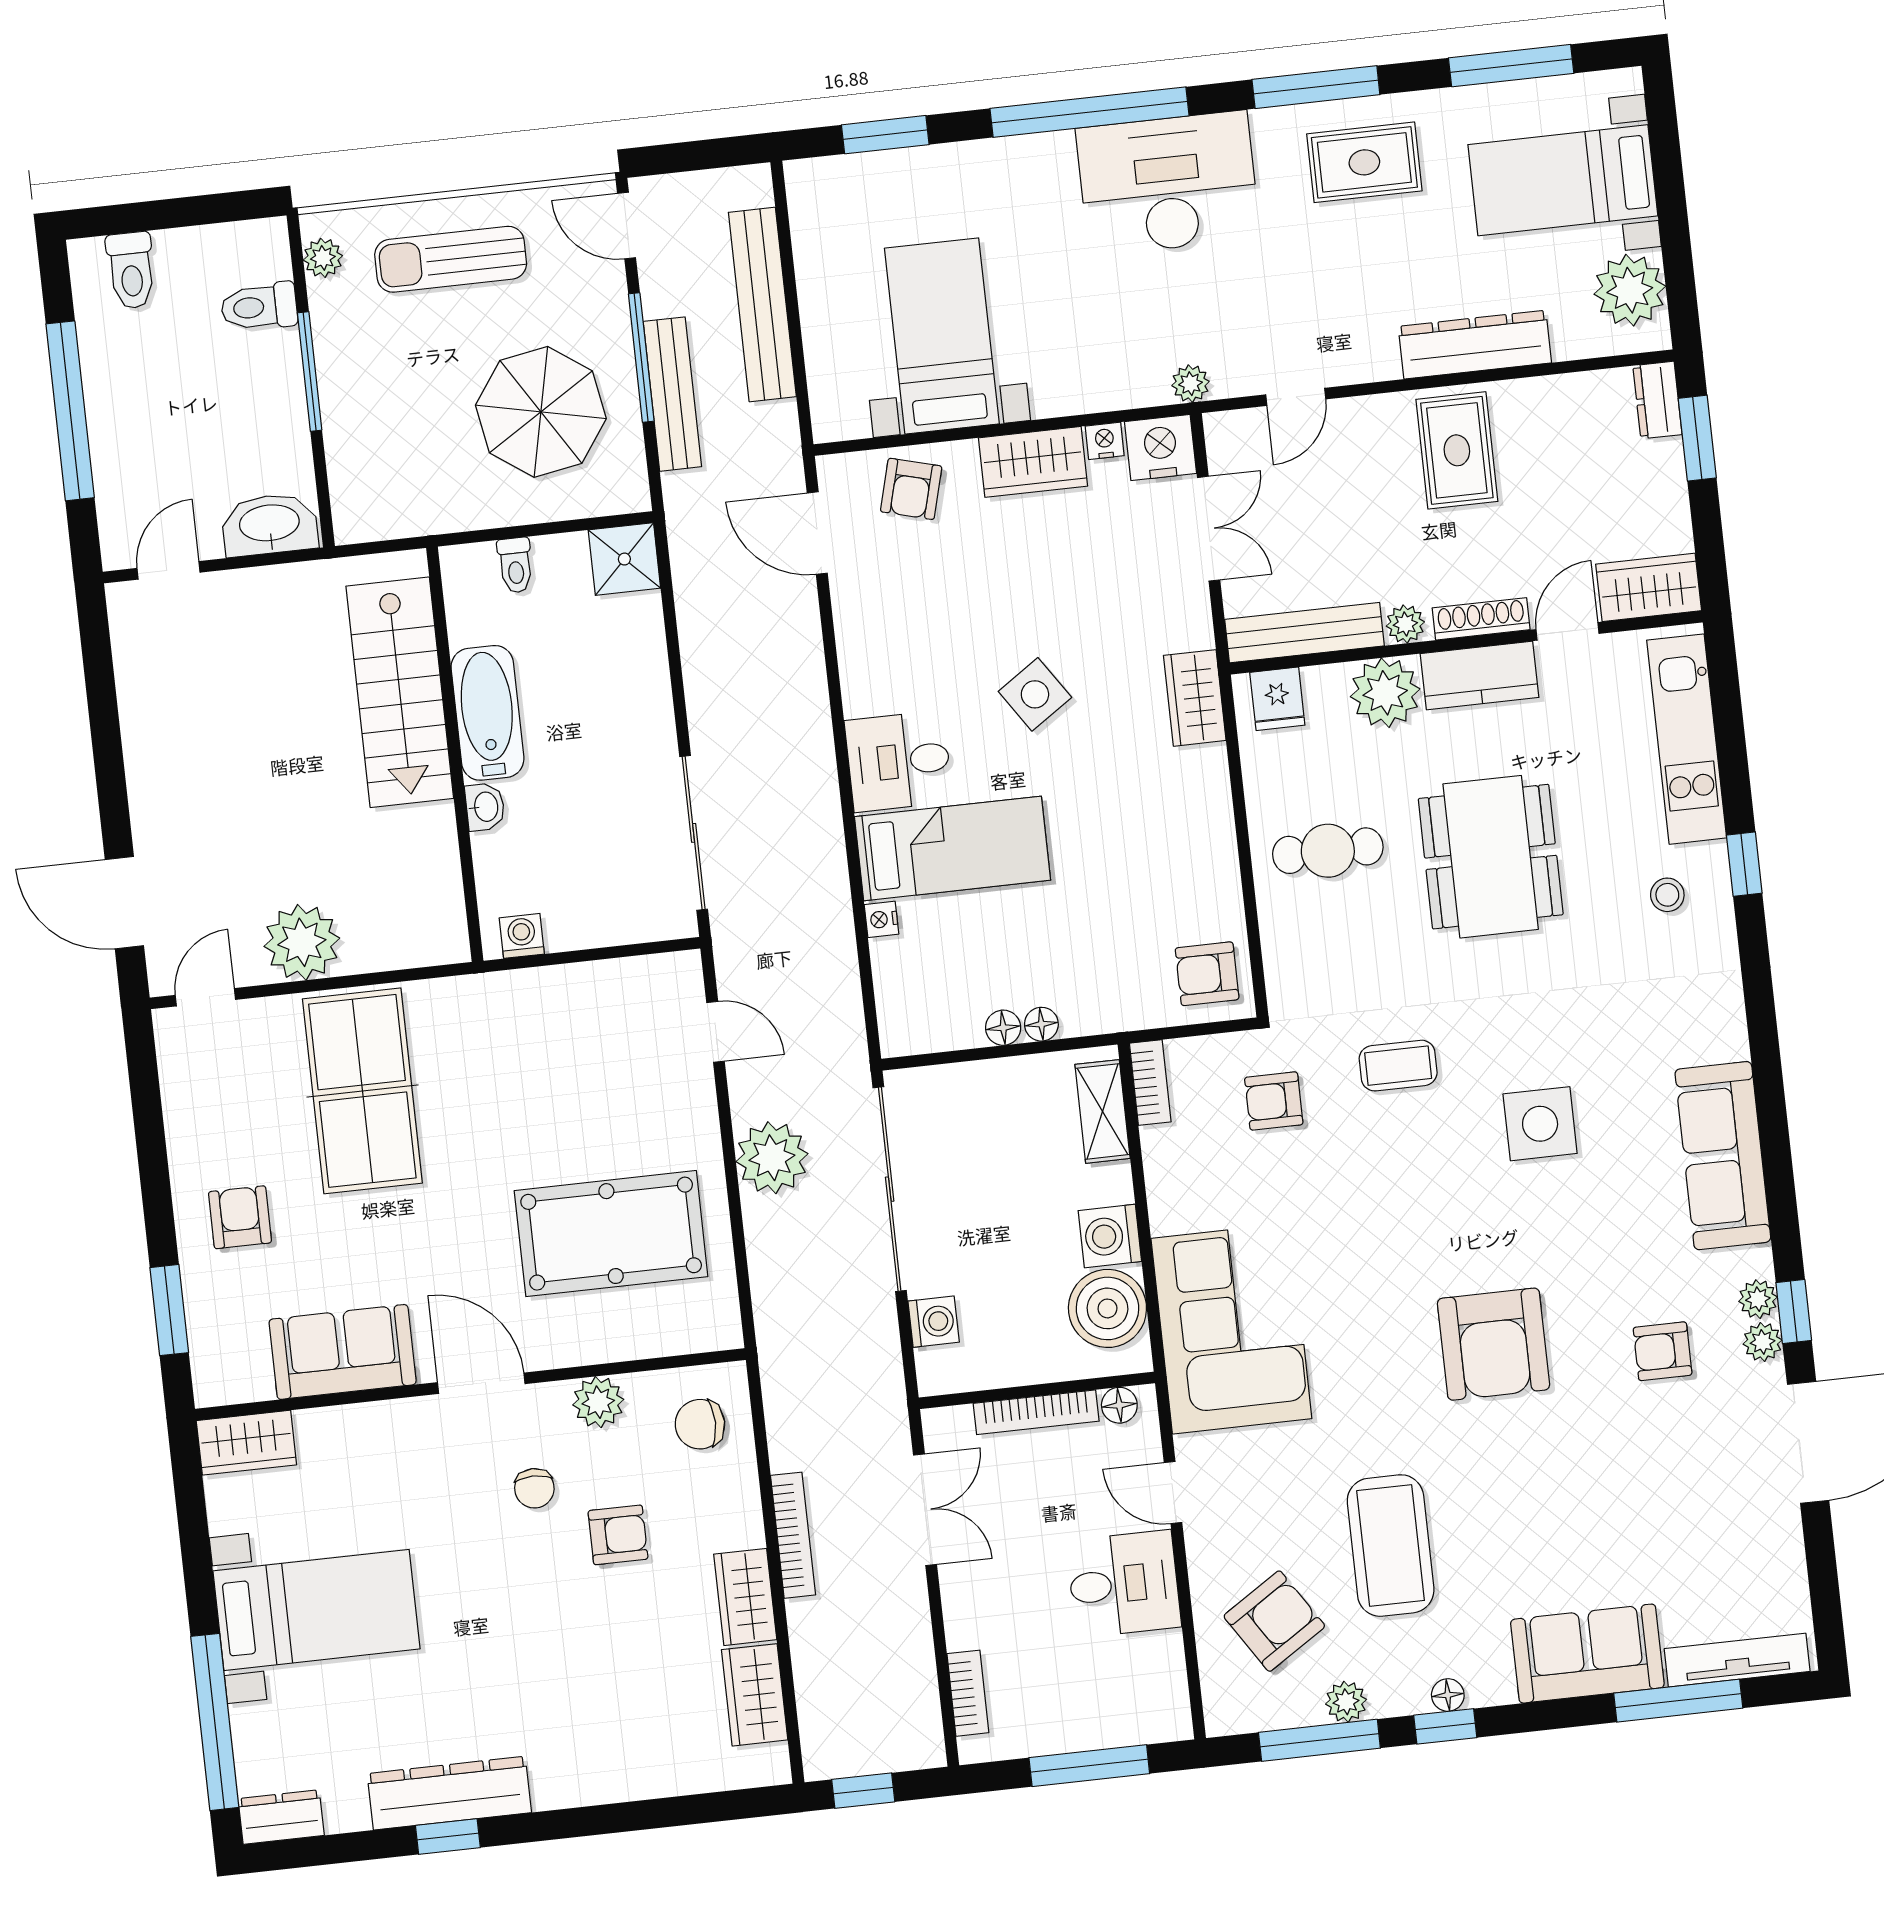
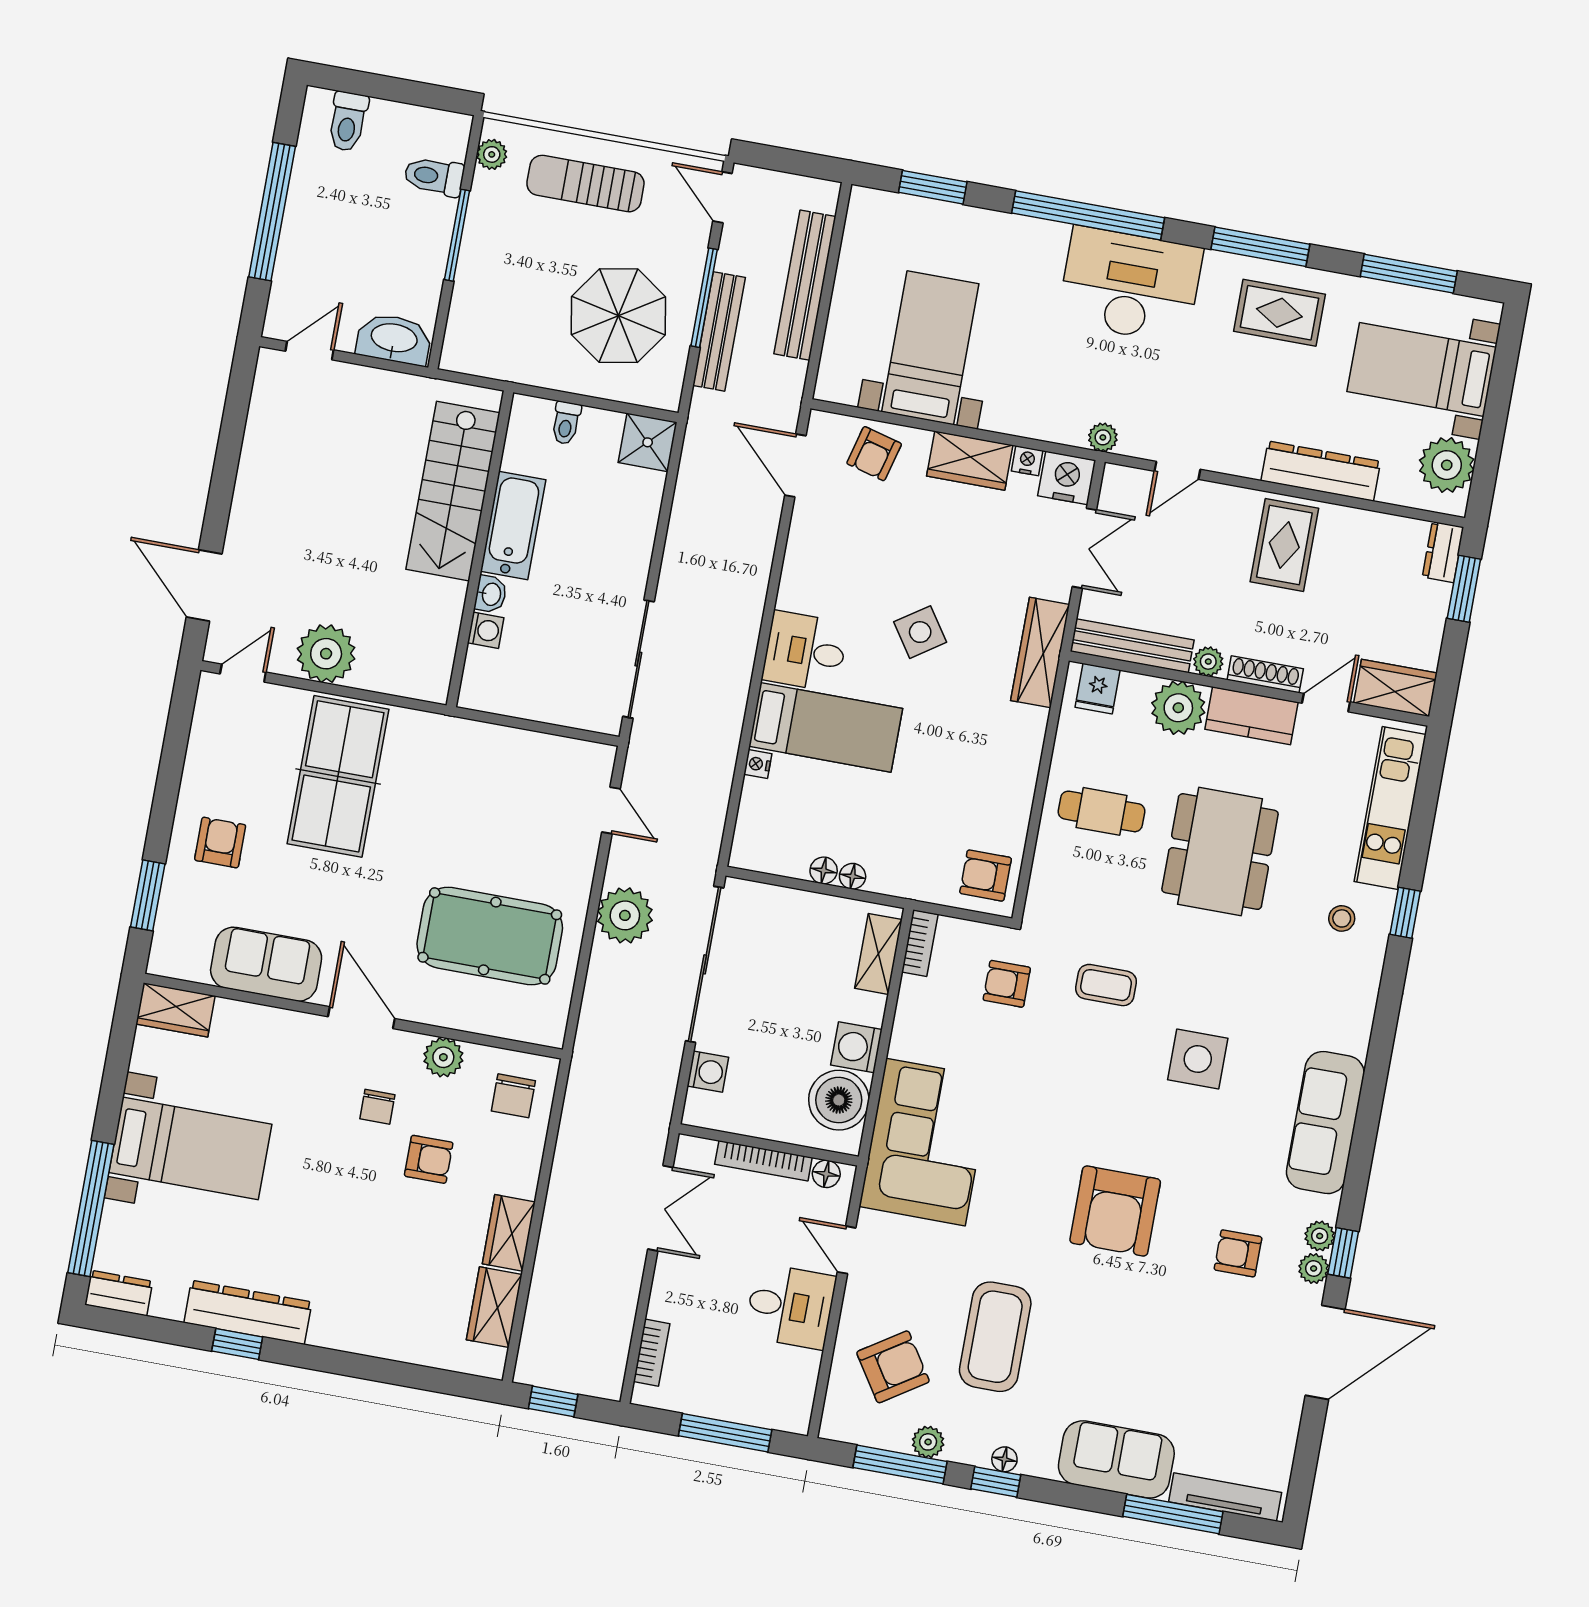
wardrobe: (1195, 698) -> (1040, 652), width x1.50
washing machine: (522, 936) -> (486, 630), moved, turned 90
chair: (700, 1424) -> (513, 1096), turned -90
bookcase: (793, 1535) -> (557, 1198), removed

